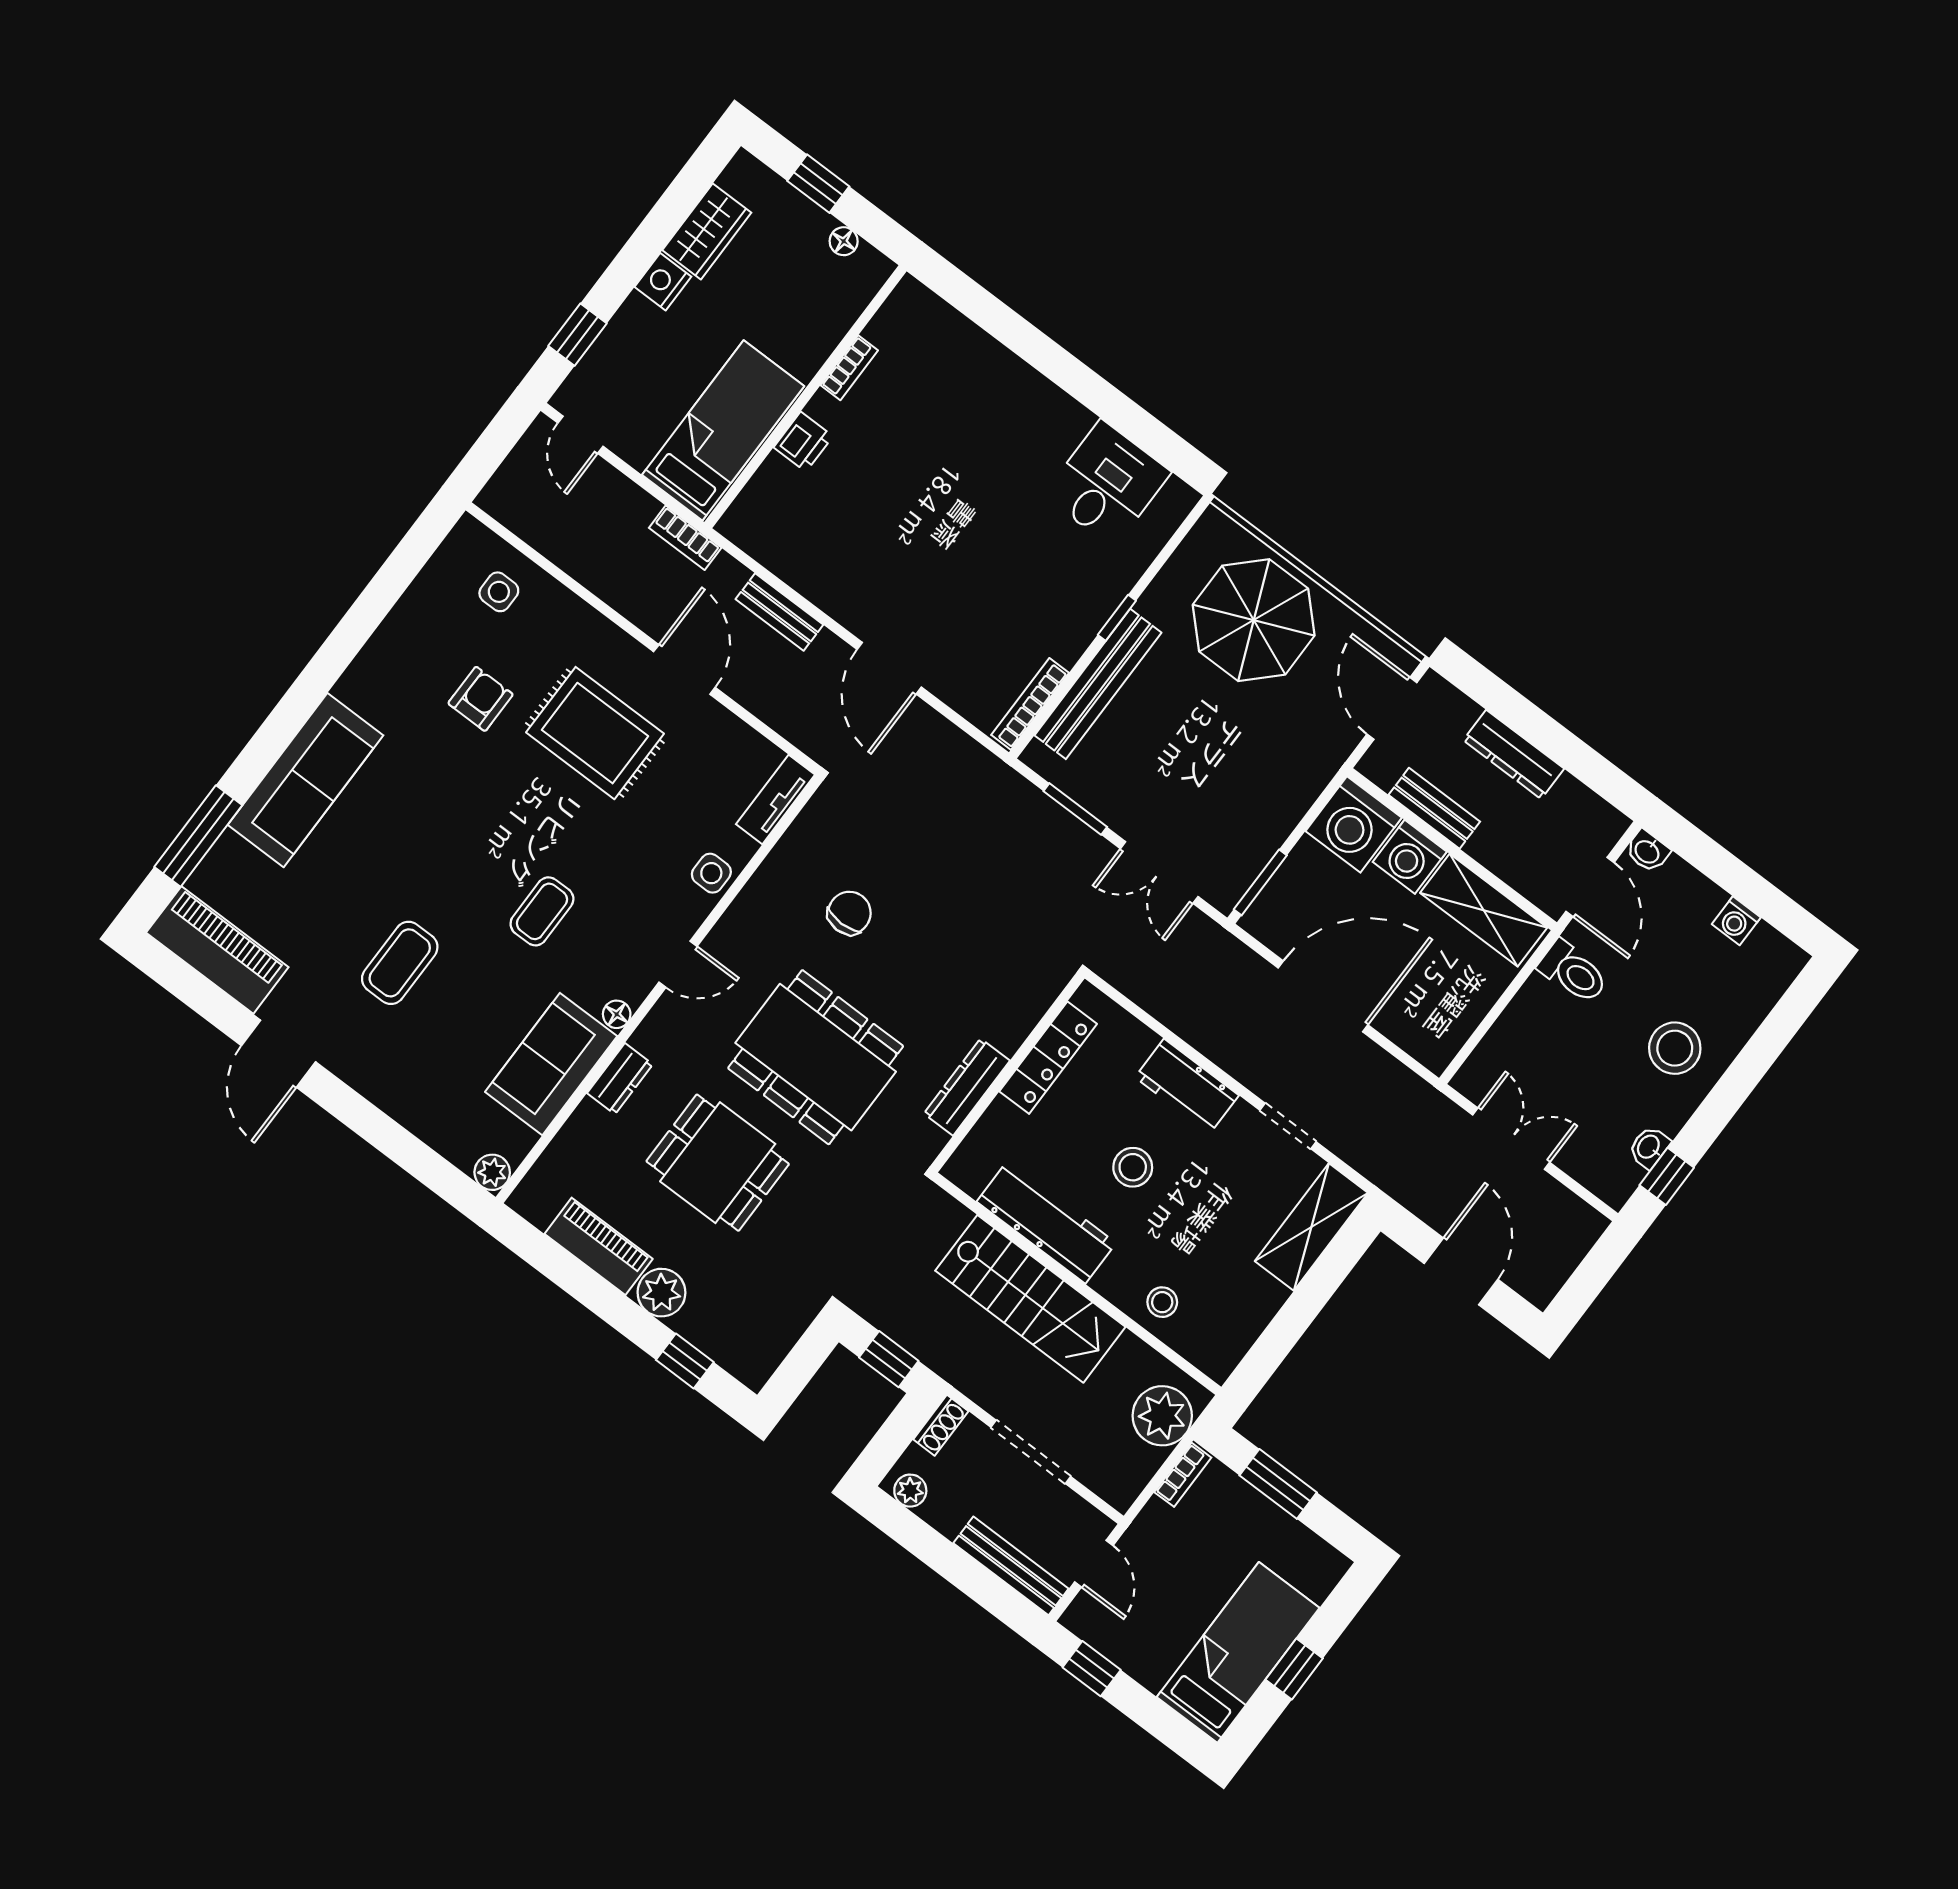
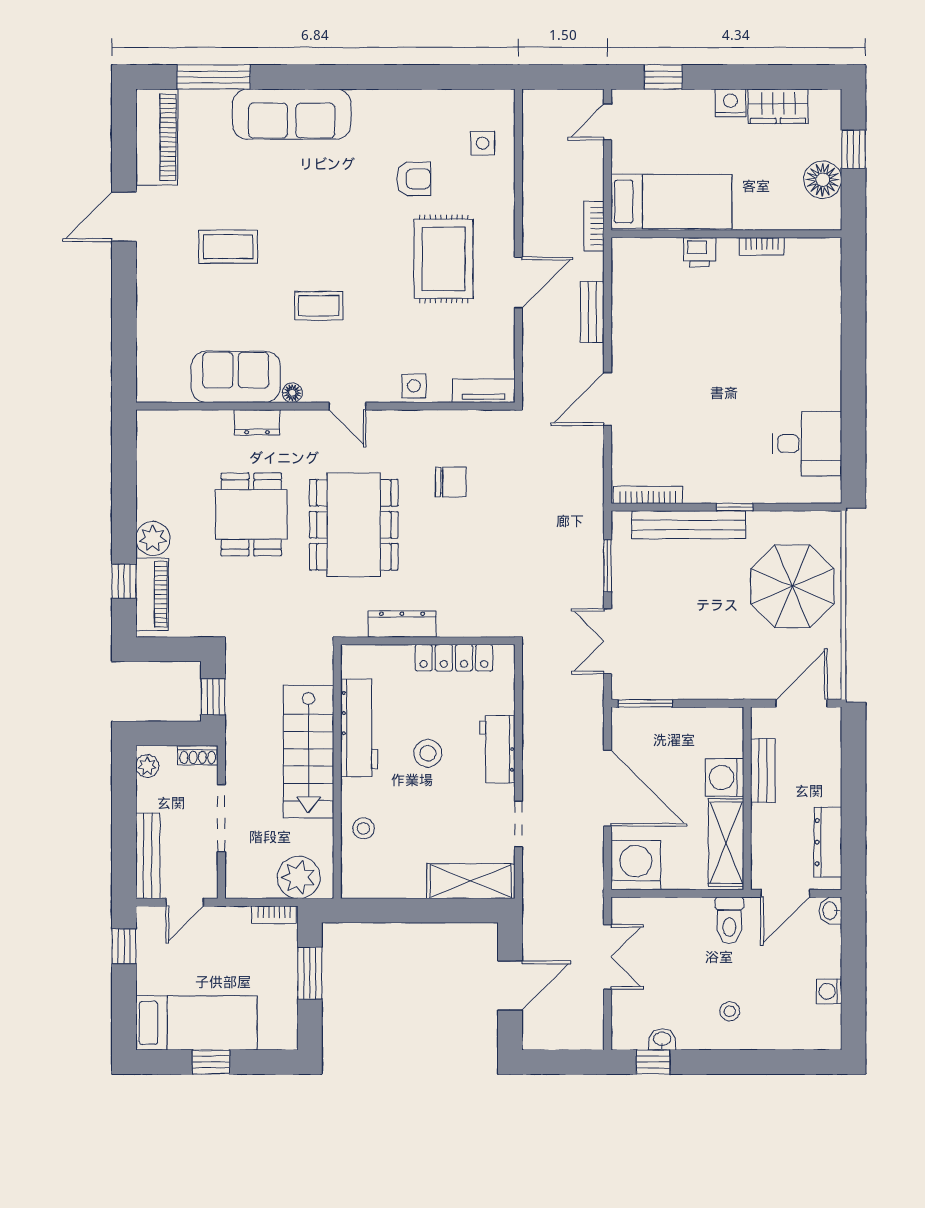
floor lamp: (844, 241) -> (823, 180), width x1.89, depth x1.89
dresser: (1514, 754) -> (828, 842), moved
washing machine: (1354, 824) -> (636, 865), moved, turned 90
stool: (1675, 1048) -> (730, 1011), width x0.53, depth x0.53
plant: (492, 1172) -> (148, 390), removed
piano: (599, 1246) -> (152, 594), moved

